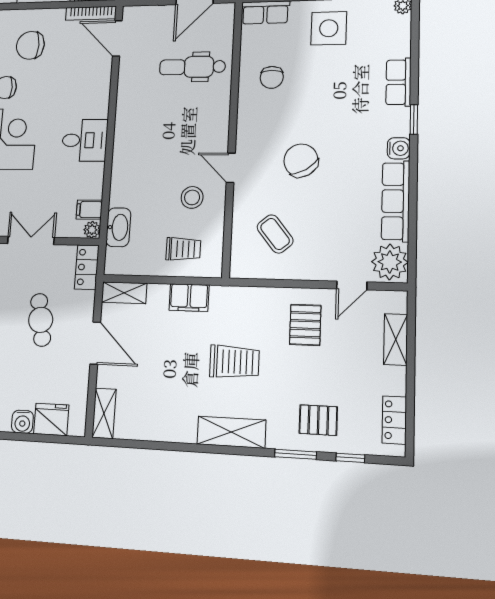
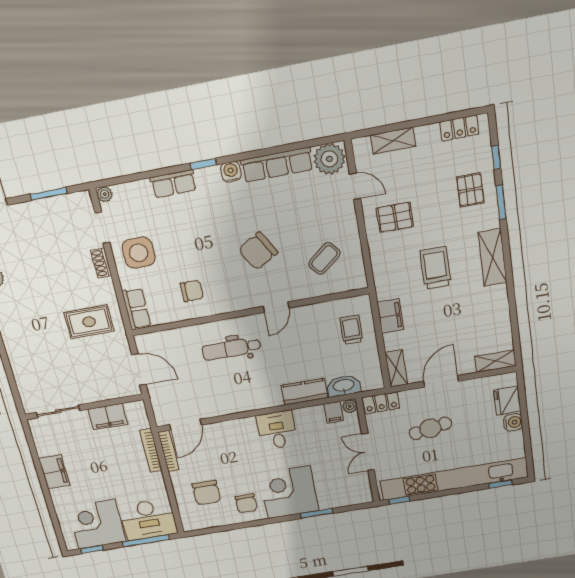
dental chair: (192, 67) -> (231, 349), moved, turned 90
kitchen counter: (123, 181) -> (304, 392), added
stool: (192, 197) -> (307, 333), removed

